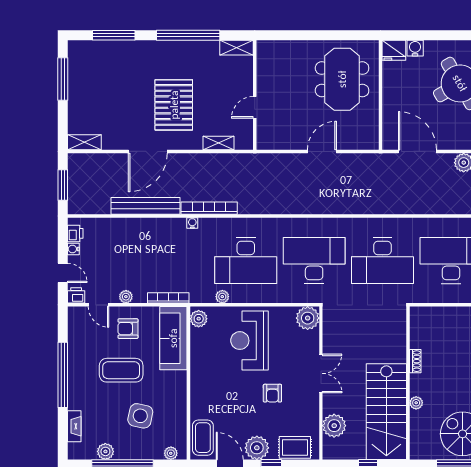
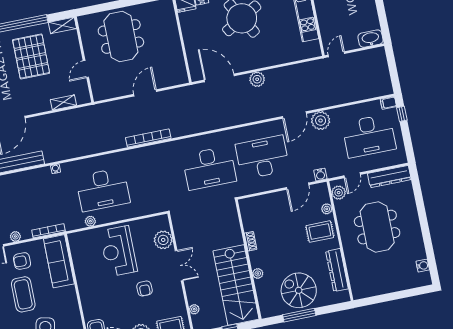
meeting table: (342, 79) -> (121, 37), moved
pallet: (174, 105) -> (31, 56), moved
bookcase: (209, 208) -> (148, 138), moved
desk: (314, 260) -> (156, 179), removed
plant: (308, 318) -> (163, 240), moved
plant: (199, 319) -> (75, 242), removed
coffee table: (121, 370) -> (23, 294), turned 90
plant: (334, 426) -> (194, 309), width x0.53, depth x0.53

